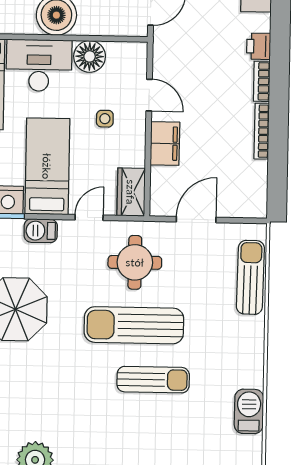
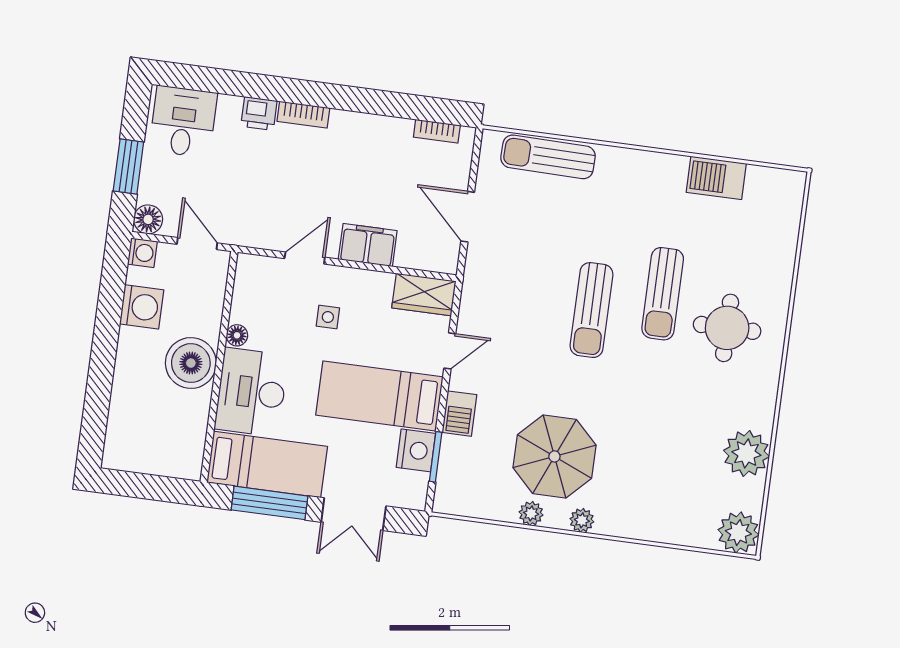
floor lamp: (90, 56) -> (237, 335), width x0.53, depth x0.53
bookcase: (262, 131) -> (437, 131), moved, width x0.64
door: (89, 217) -> (450, 351), swing flipped
round table: (135, 262) -> (727, 328), moved
sun lounger: (134, 325) -> (592, 310), width x0.73, depth x0.75
sun lounger: (153, 380) -> (663, 294), turned 180

